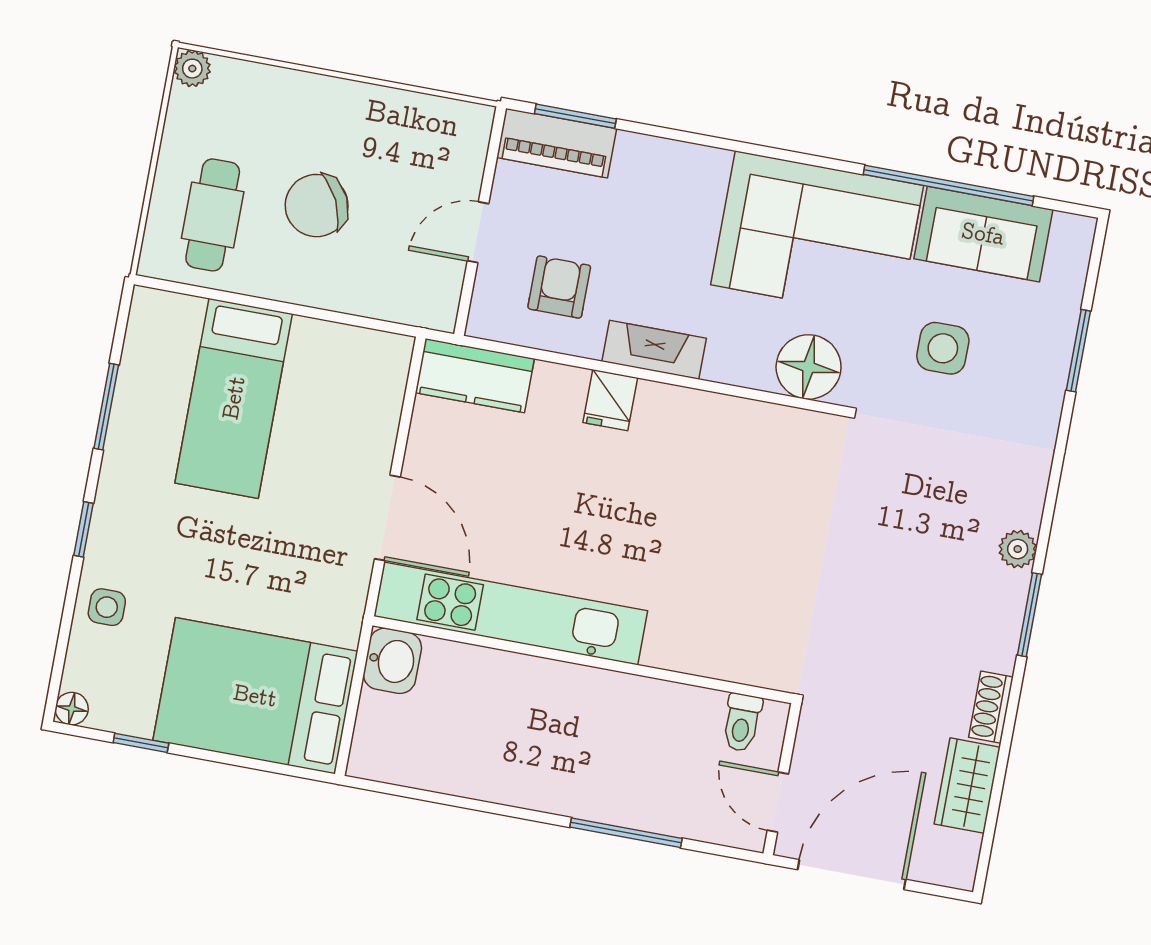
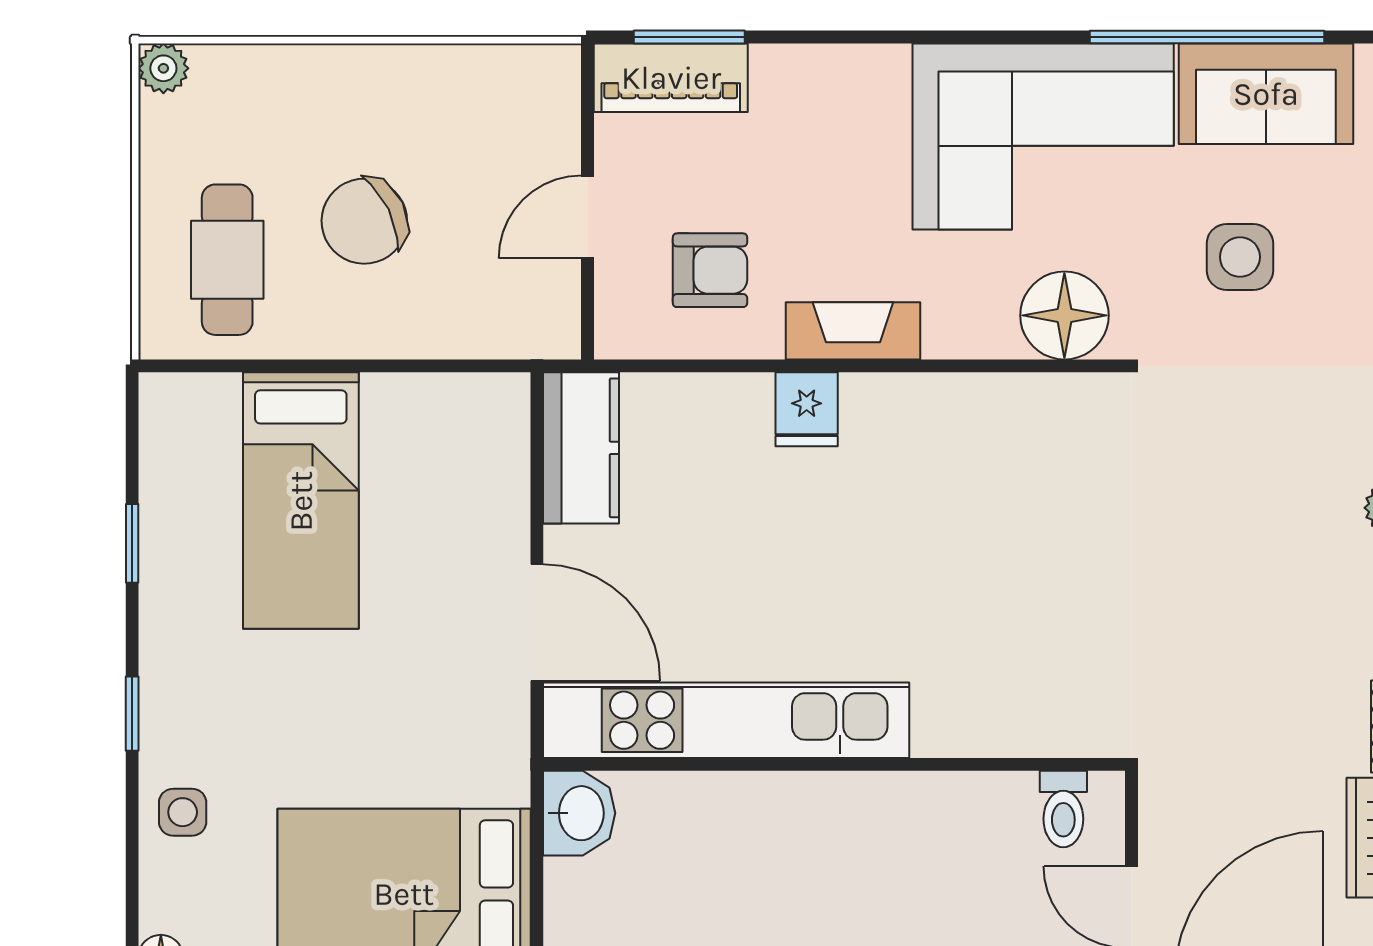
armchair: (559, 287) -> (710, 270), turned 90
kitchen counter: (475, 376) -> (581, 448), moved, turned -90
window: (106, 407) -> (132, 543), width x0.67

